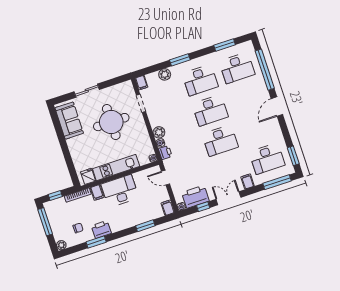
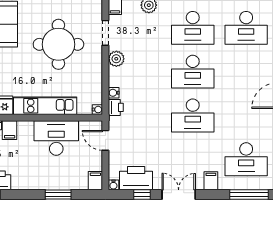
plant: (159, 132) -> (116, 59), moved
desk: (120, 191) -> (56, 138), moved

